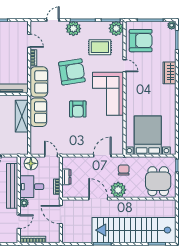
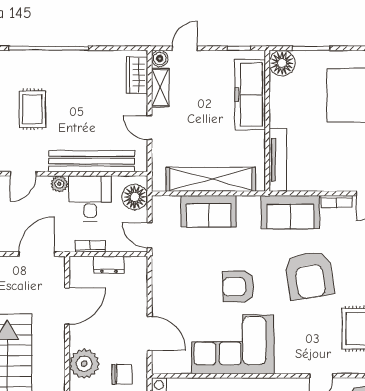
corner sofa: (108, 94) -> (233, 344), moved
sofa: (38, 112) -> (209, 211), moved
shelving: (22, 116) -> (211, 179), width x1.47
door: (51, 156) -> (150, 235), swing flipped
door: (98, 199) -> (67, 306), moved
door: (19, 222) -> (23, 174), hinge flipped

